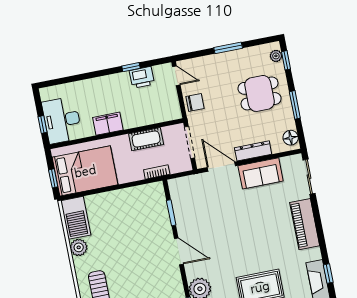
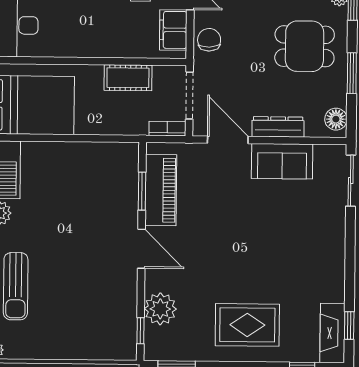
chair: (195, 102) -> (209, 40), turned -92
filing cabinet: (108, 124) -> (173, 30), moved, turned -90
bookcase: (157, 172) -> (167, 129), moved
piano: (305, 224) -> (161, 190), moved, turned 180

